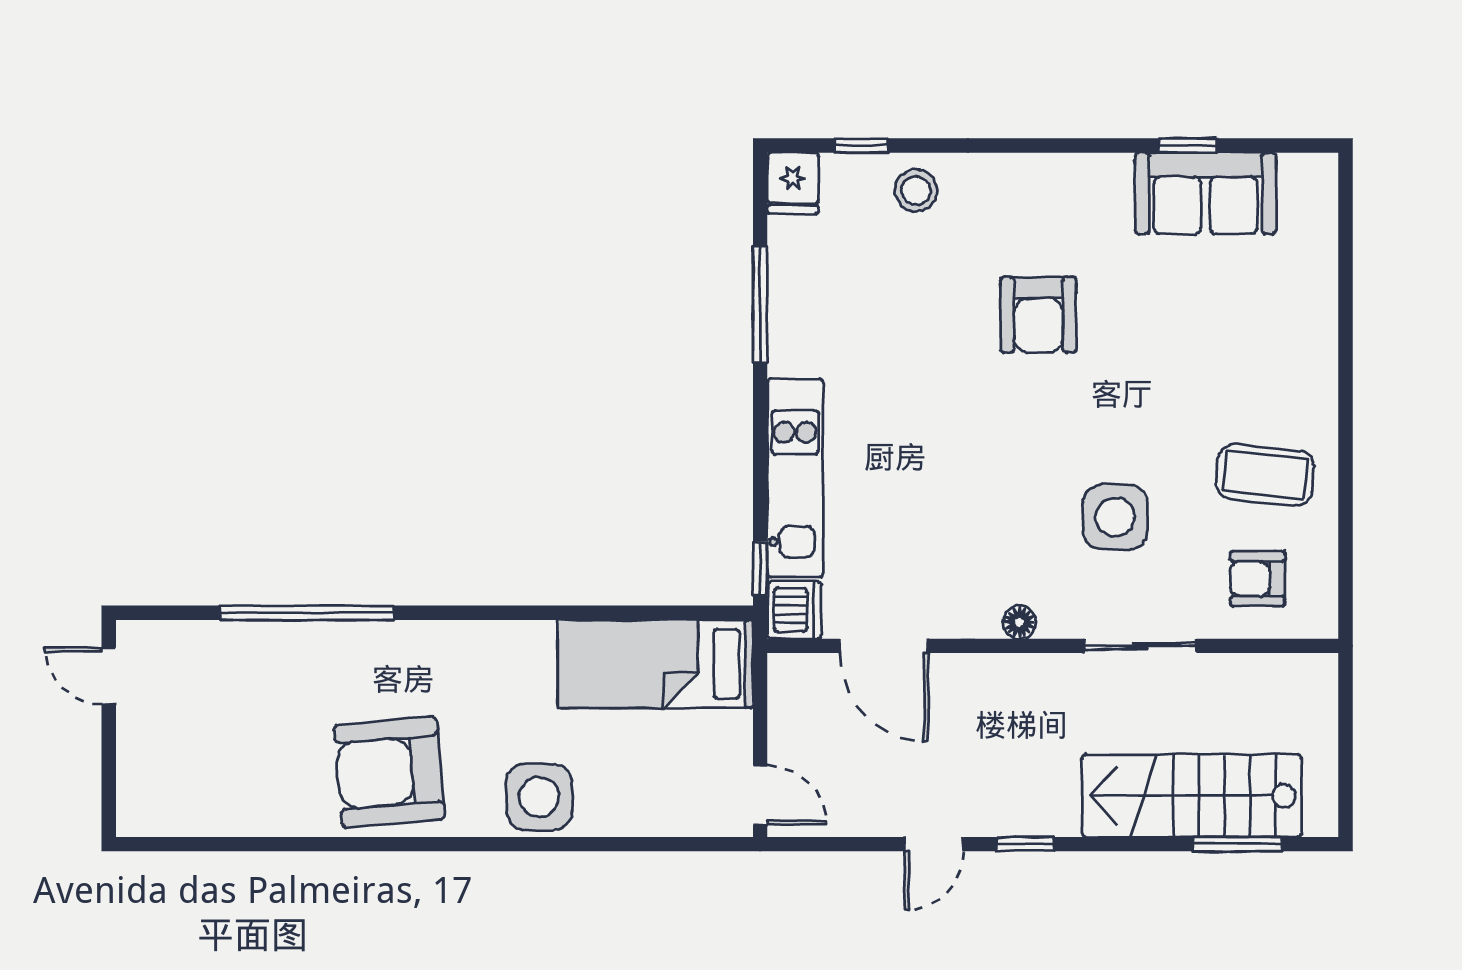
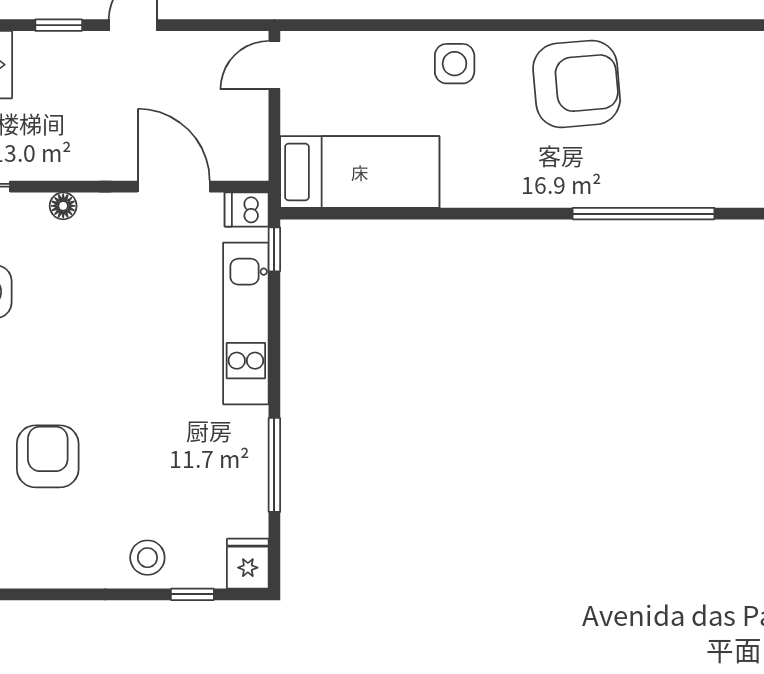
dishwasher: (794, 610) -> (247, 209), width x0.73
door: (760, 795) -> (274, 65), hinge flipped
side table: (539, 797) -> (455, 64), width x0.73, depth x0.73

